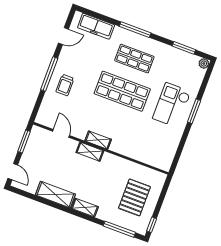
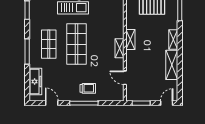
door: (61, 133) -> (125, 78), hinge flipped
shelving: (90, 152) -> (130, 39), moved

